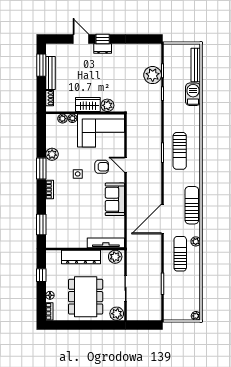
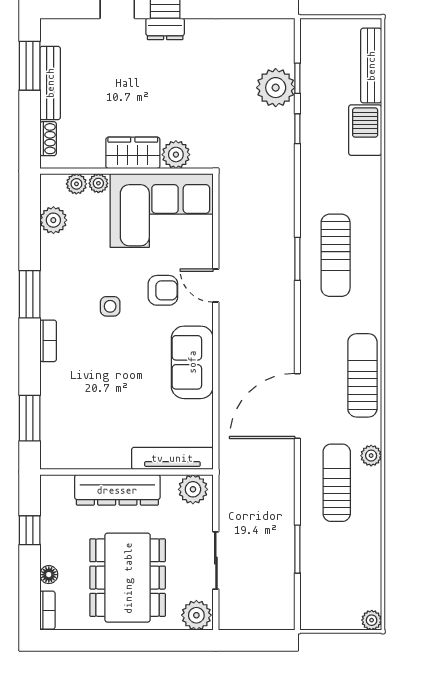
plant: (52, 154) -> (53, 220), moved

